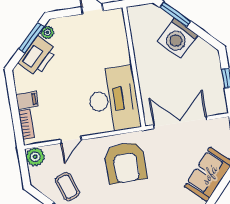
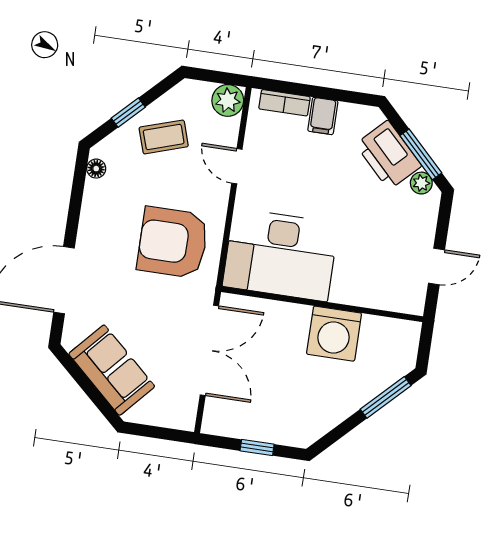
washing machine: (178, 38) -> (334, 334), moved, turned -135

